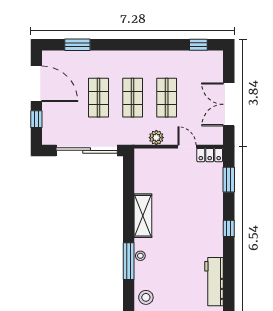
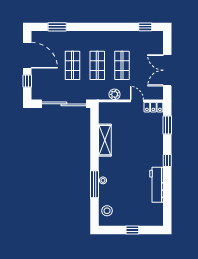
shelving: (143, 216) -> (105, 140), moved
workbench: (214, 282) -> (157, 185), moved

